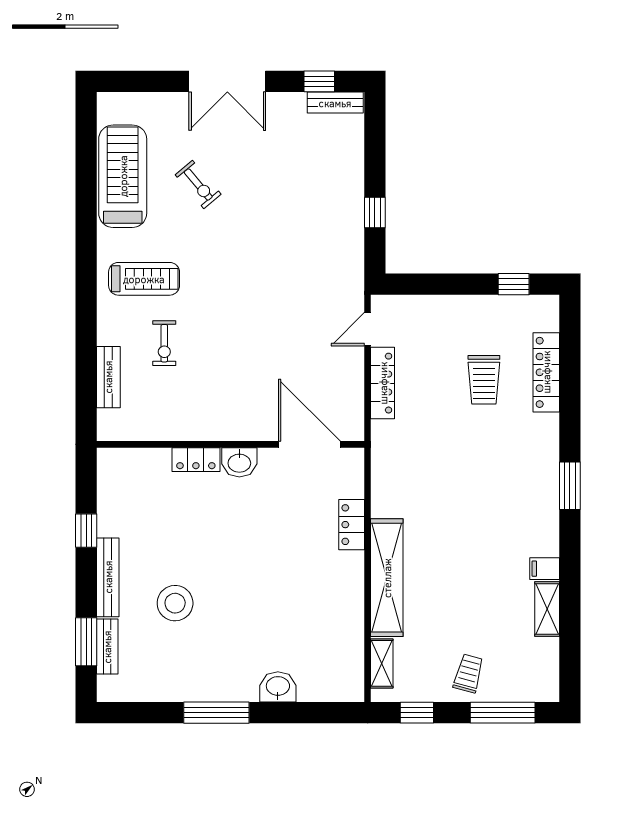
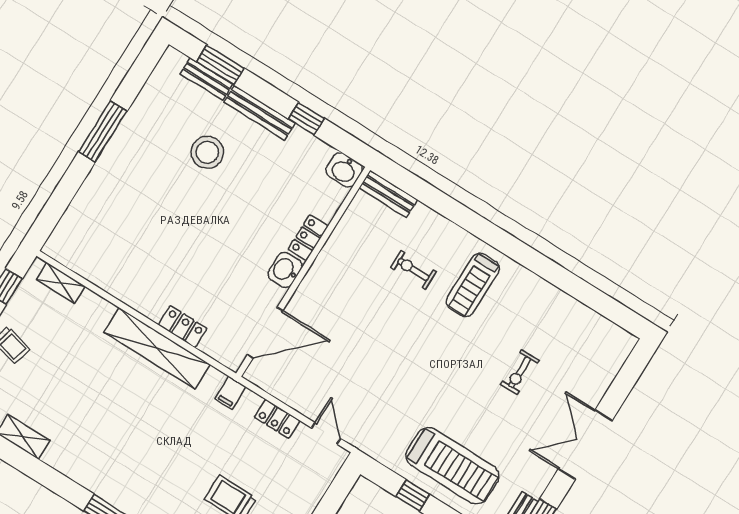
treadmill: (123, 176) -> (452, 466), moved
exercise bike: (198, 184) -> (520, 372), turned -50
bench: (108, 377) -> (388, 194), moved
locker: (383, 383) -> (277, 419), width x0.66
filing cabinet: (545, 569) -> (230, 393), moved, turned 180
shelving: (387, 578) -> (157, 348), moved
washbasin: (278, 687) -> (344, 170), moved, turned 90

